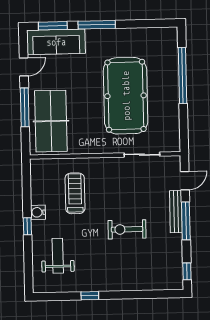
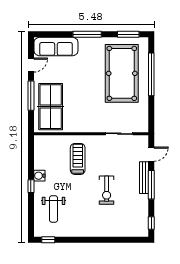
window: (53, 26) -> (128, 34), moved
pool table: (126, 96) -> (122, 73), moved
treadmill: (75, 193) -> (78, 159), moved
exercise bike: (127, 229) -> (107, 190), turned -90
weight bench: (58, 256) -> (54, 209), turned 180
window: (90, 296) -> (48, 240), moved

